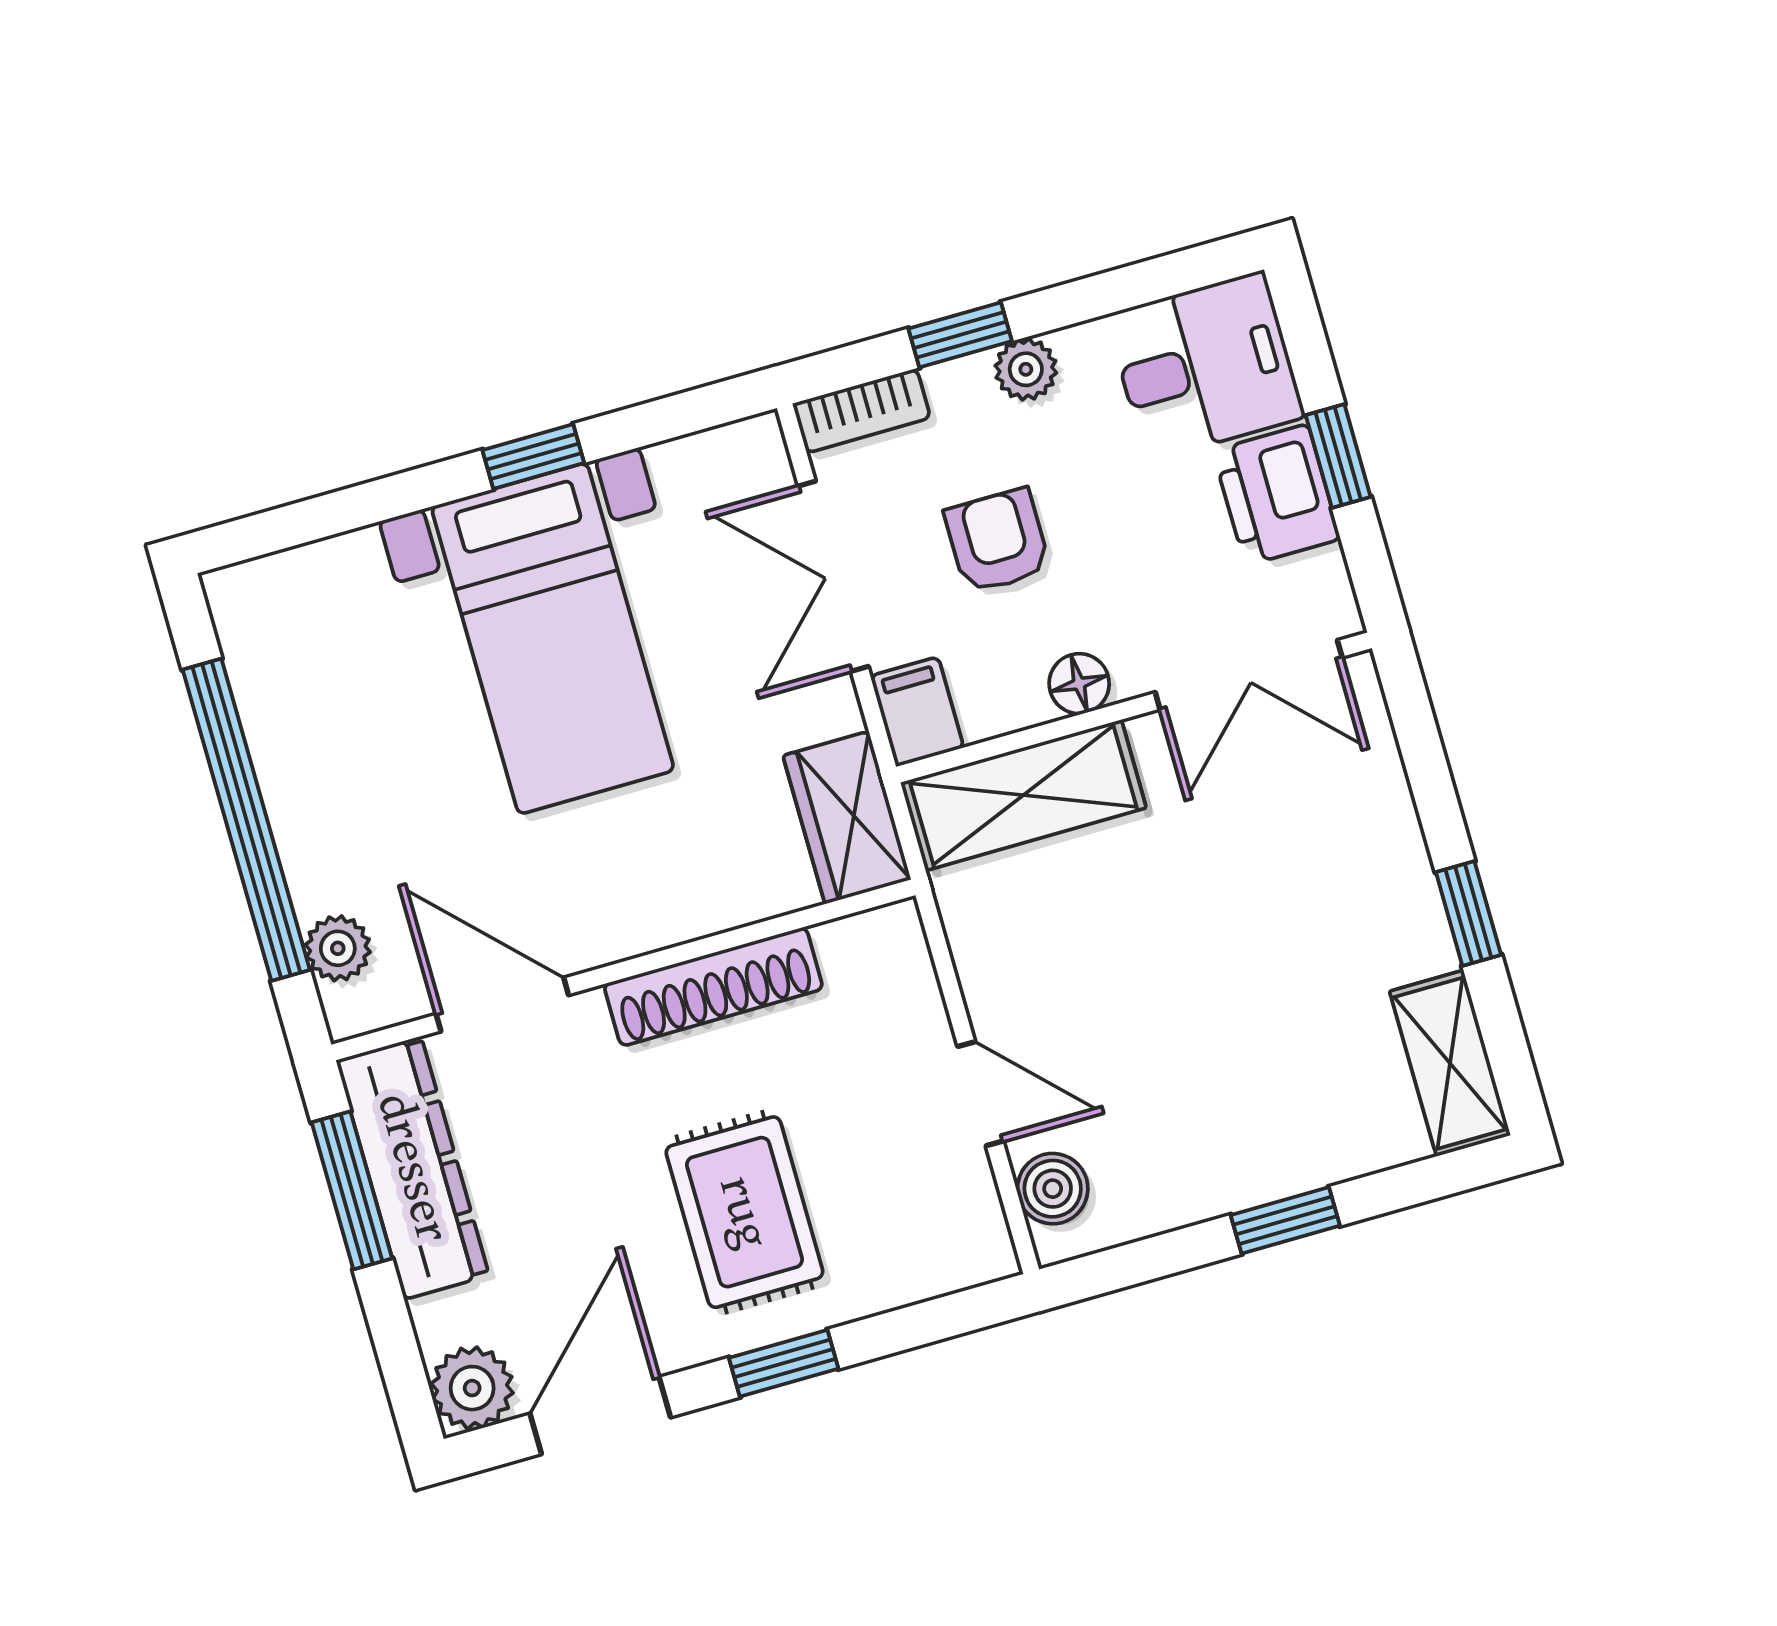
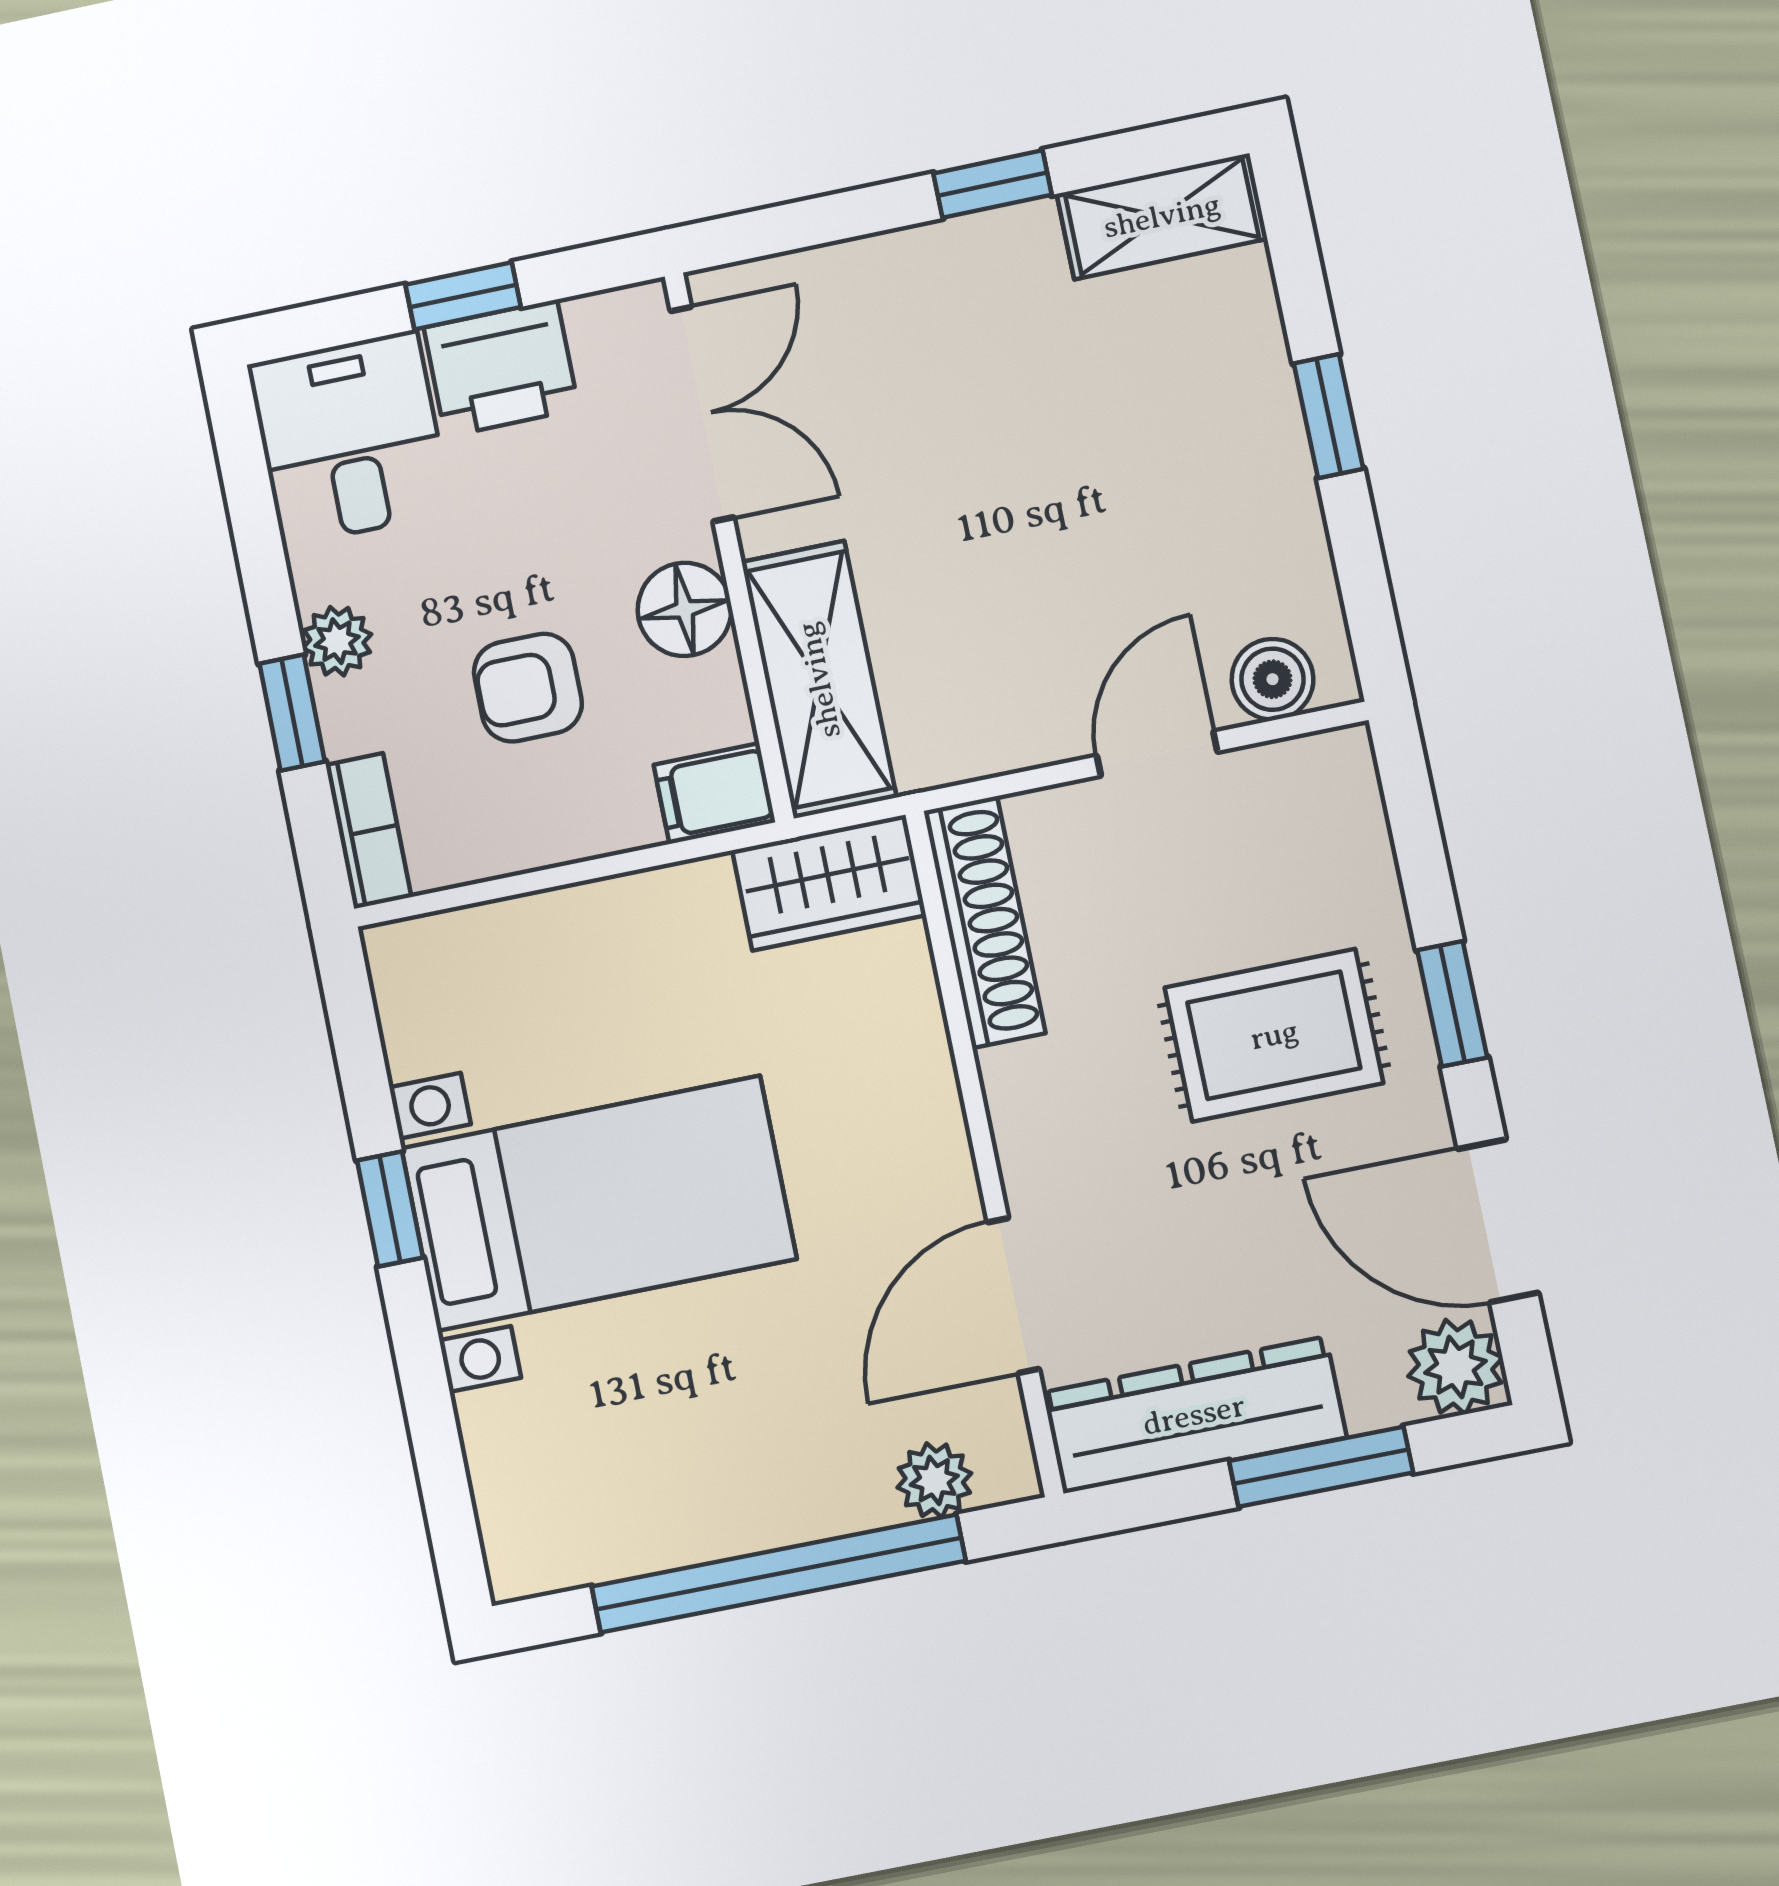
double door: (833, 576) -> (553, 877), removed
floor lamp: (1079, 684) -> (685, 609), width x1.37, depth x1.37
shoe rack: (713, 987) -> (985, 922), moved
window: (352, 1190) -> (1321, 1467), moved

